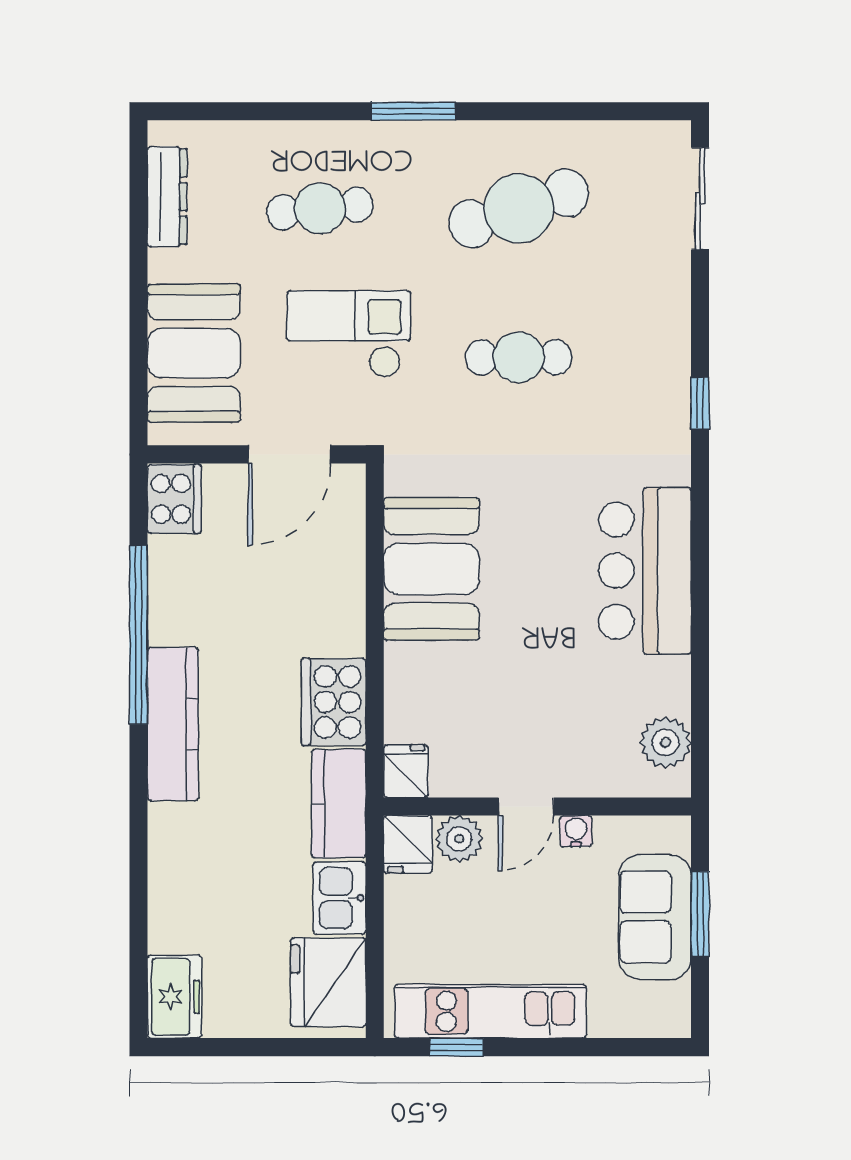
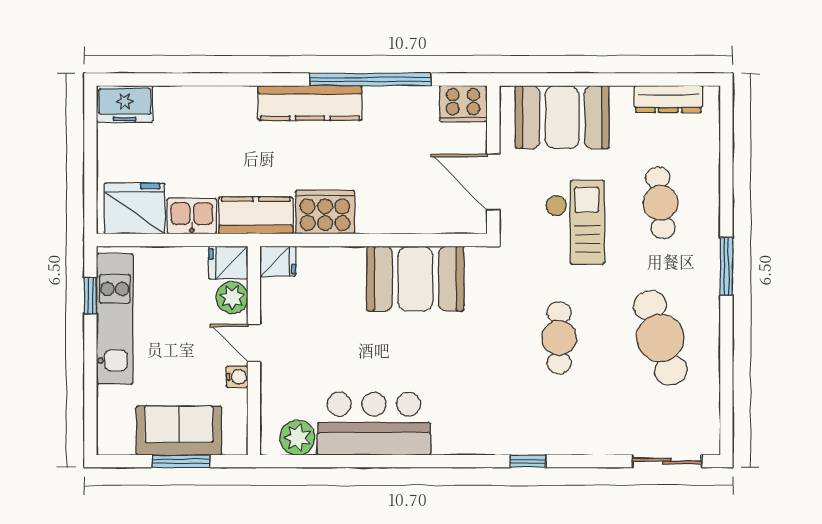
bar counter: (645, 571) -> (374, 424), moved

